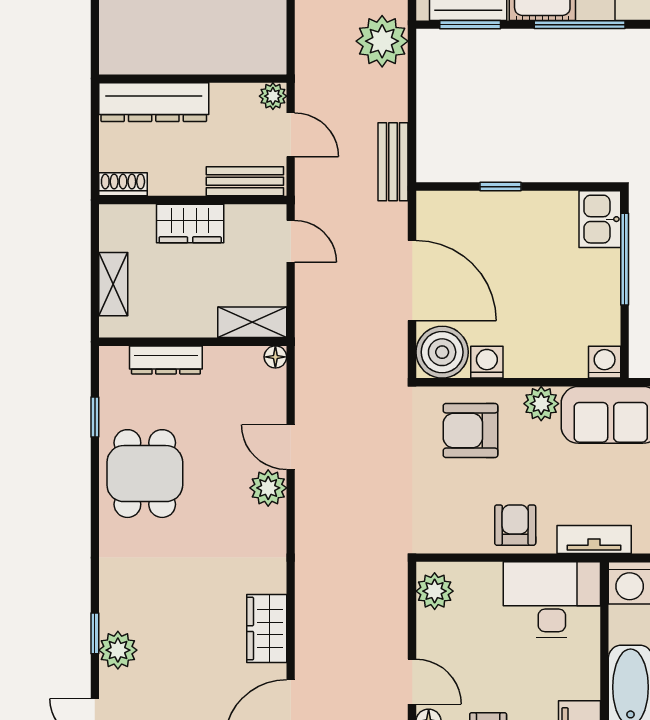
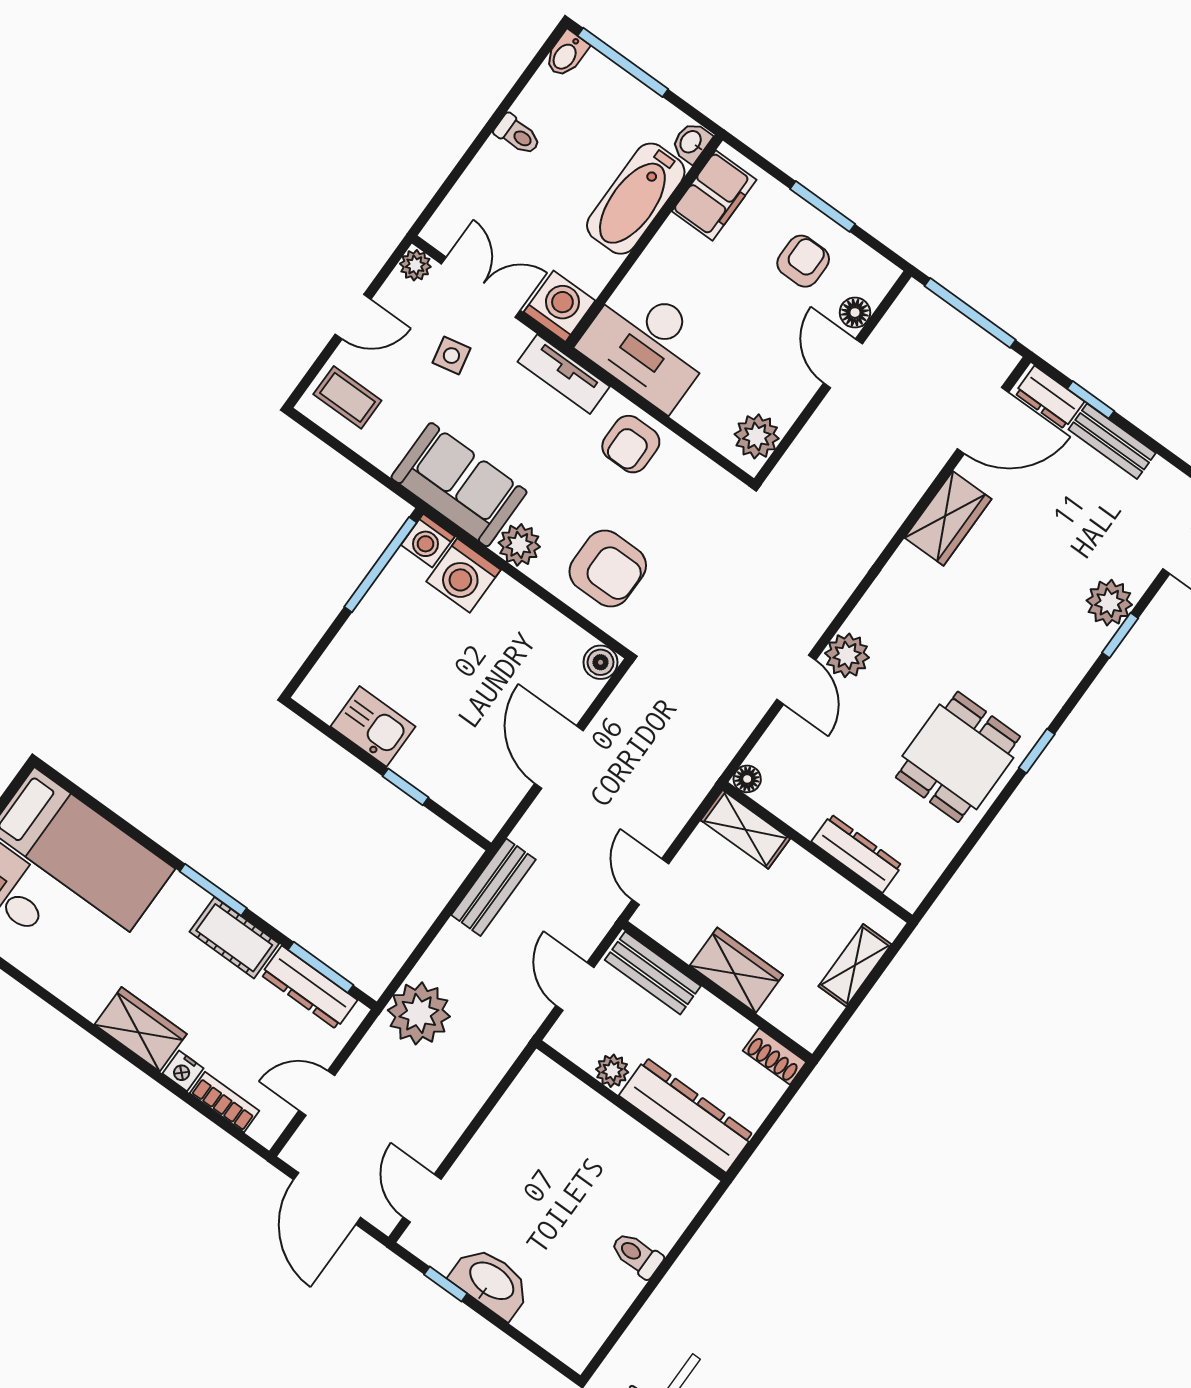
window: (580, 25) -> (213, 890), width x0.69
plant: (273, 96) -> (612, 1071), moved
kitchen sink: (600, 219) -> (373, 726), moved, turned -90
window: (625, 259) -> (381, 565), moved
door: (412, 281) -> (559, 757), width x0.73
boiler: (442, 352) -> (601, 662), width x0.54, depth x0.54
washing machine: (487, 362) -> (463, 576), moved, width x1.38, depth x1.38
window: (95, 417) -> (1037, 751), moved

